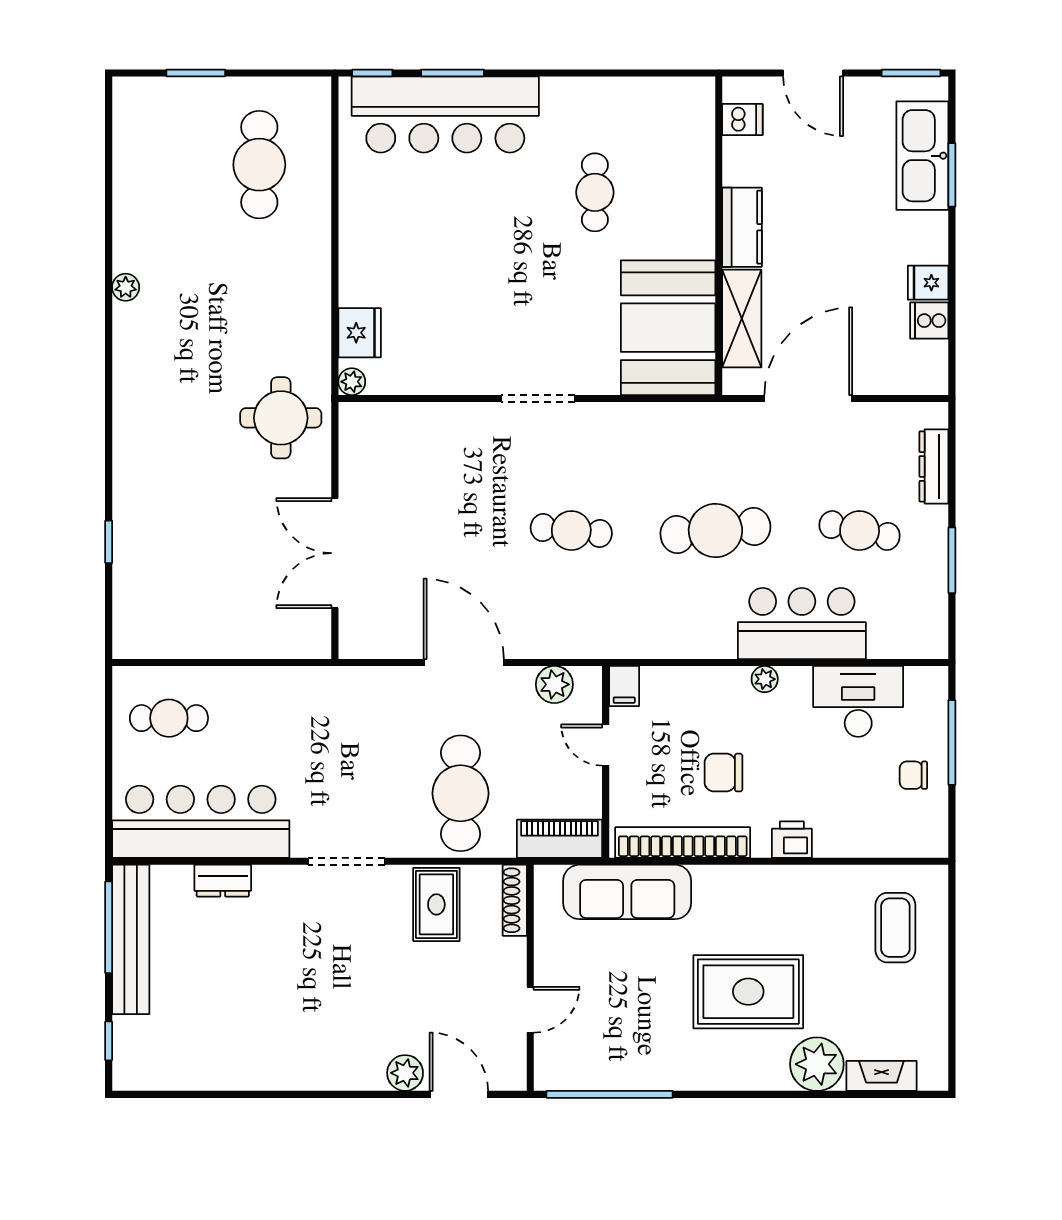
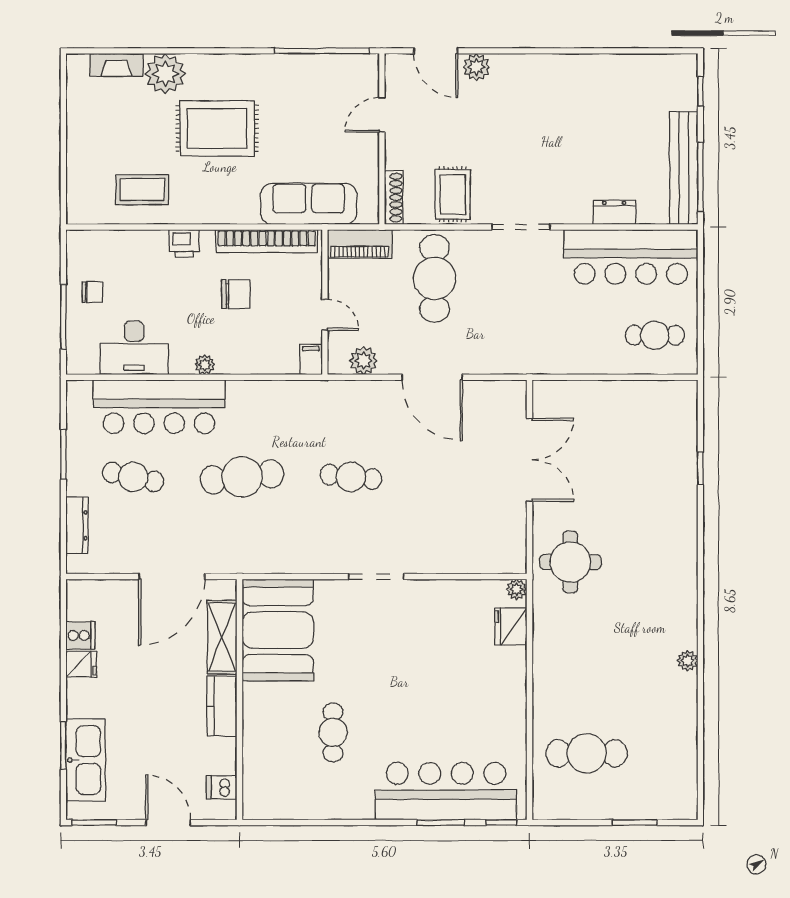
cafe table: (259, 165) -> (587, 753), turned 90
bar counter: (802, 623) -> (159, 407), width x1.36
coffee table: (895, 928) -> (142, 190), moved, turned 90

